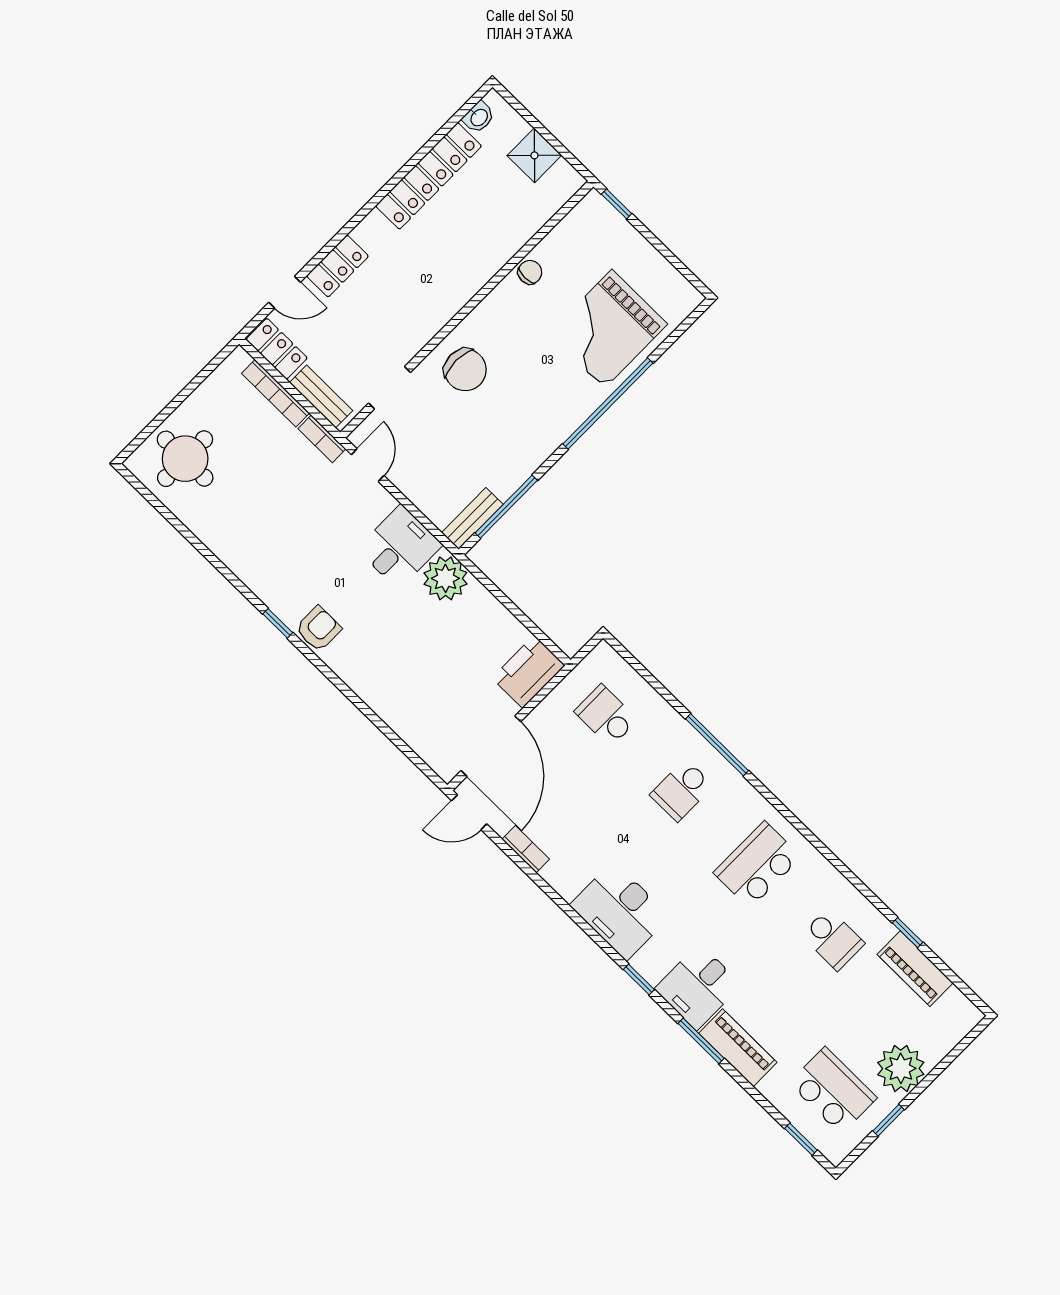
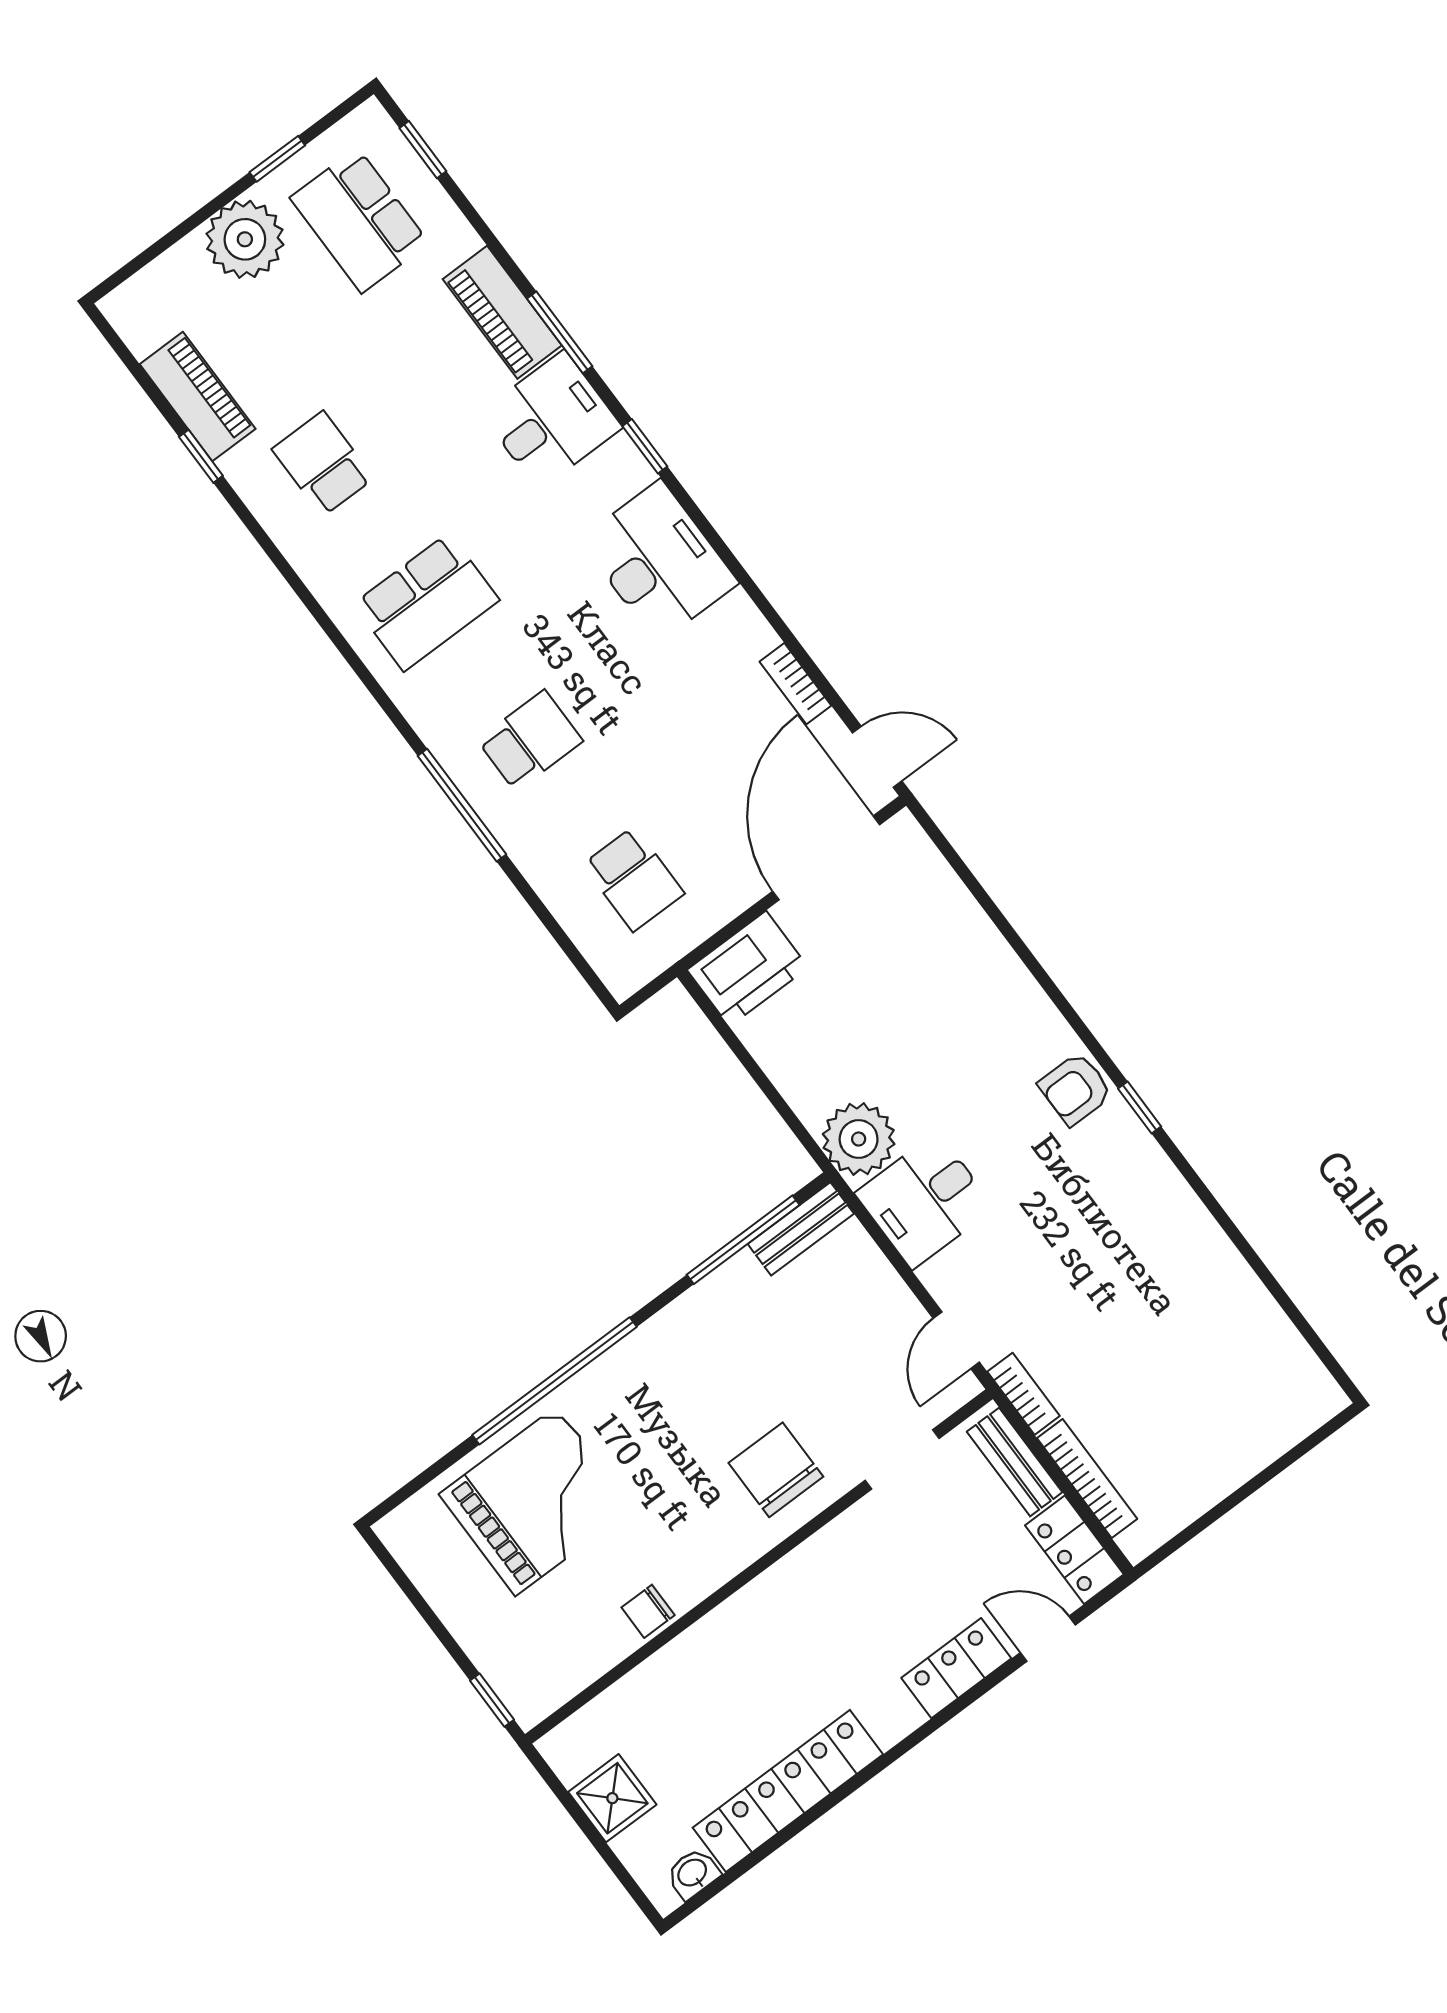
round table: (185, 459) -> (1249, 1395), removed

